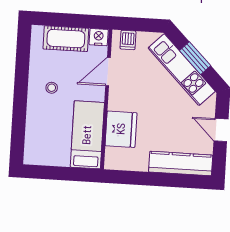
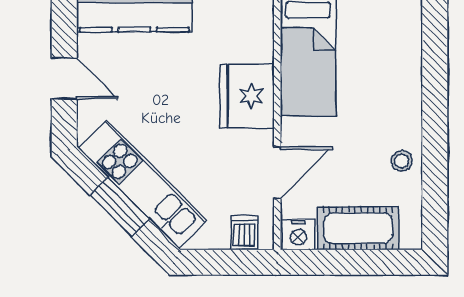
stool: (52, 88) -> (402, 161), moved
fridge: (121, 129) -> (247, 96), moved

